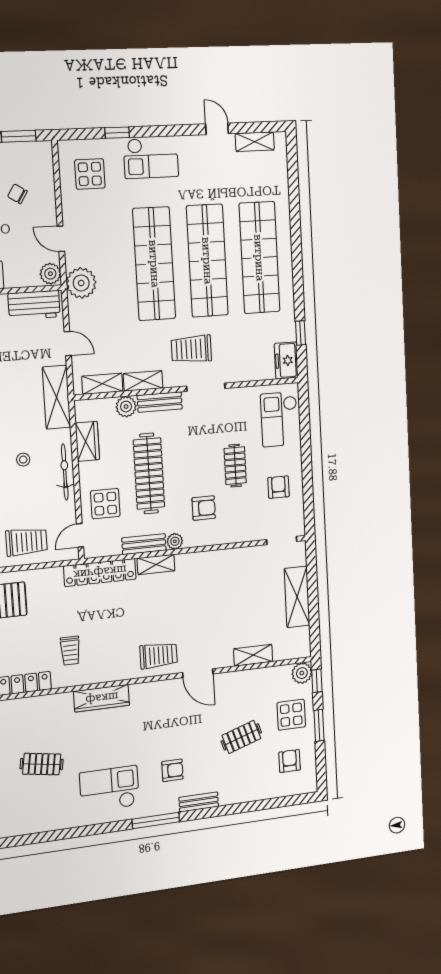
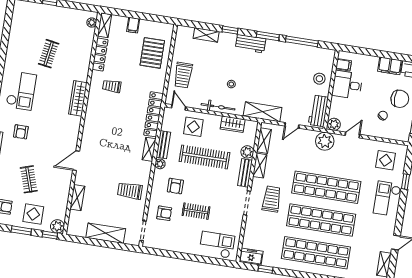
armchair: (279, 487) -> (164, 213), moved
trolley: (159, 655) -> (130, 191), moved, turned 90

